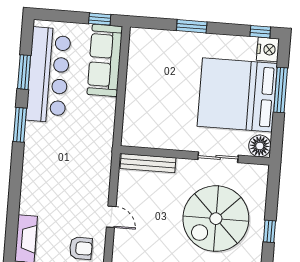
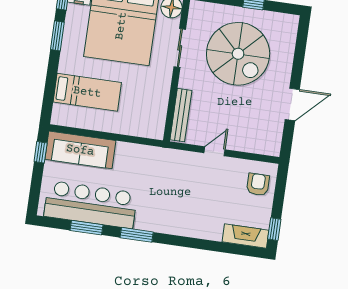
window: (192, 26) -> (57, 36), moved
bed: (166, 64) -> (87, 92), added
door: (111, 217) -> (214, 151), moved

